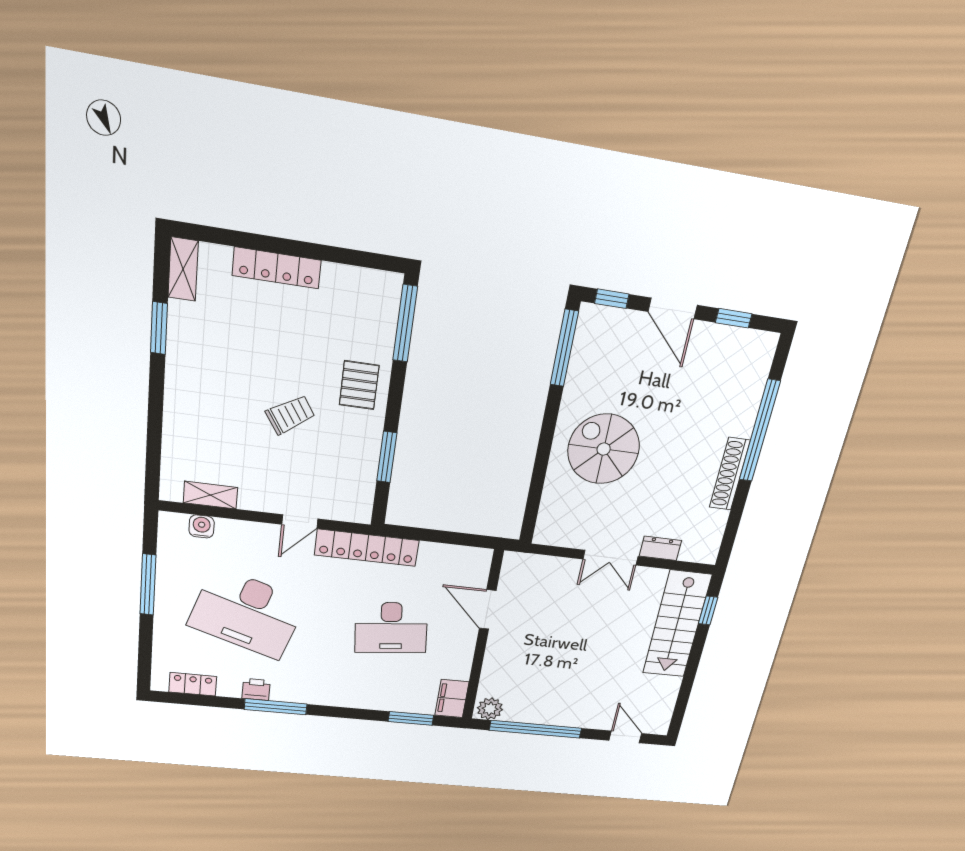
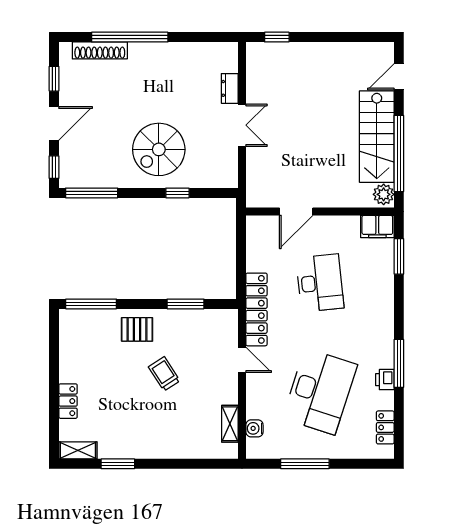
locker: (277, 268) -> (68, 401), width x0.66
window: (541, 466) -> (177, 193), added
shoe rack: (730, 474) -> (100, 50), moved
stairs: (677, 624) -> (377, 137), moved, turned 90

